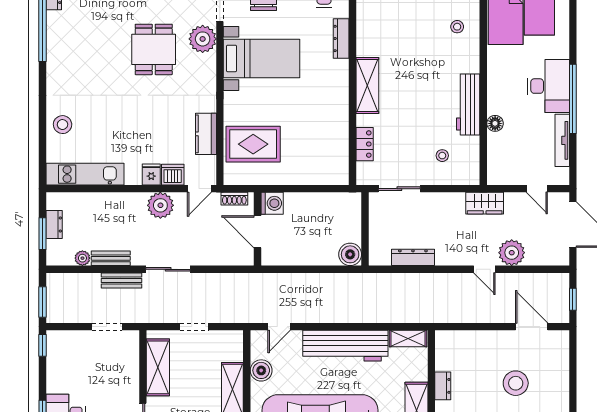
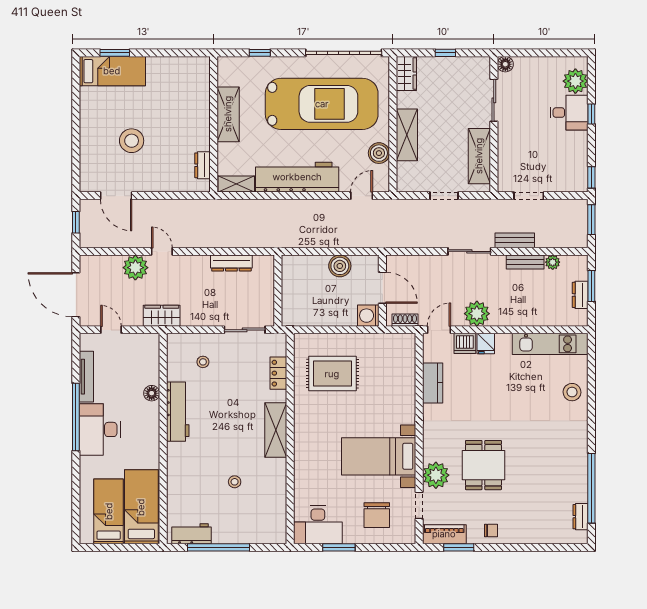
stool: (457, 27) -> (235, 482), moved
dresser: (341, 38) -> (301, 476), removed
rug: (253, 144) -> (332, 374), moved
boiler: (350, 254) -> (340, 266), moved
dresser: (443, 386) -> (202, 165), moved

